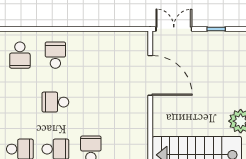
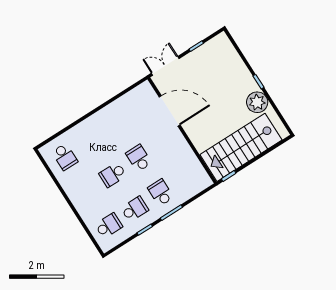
school desk: (55, 55) -> (139, 158), moved

